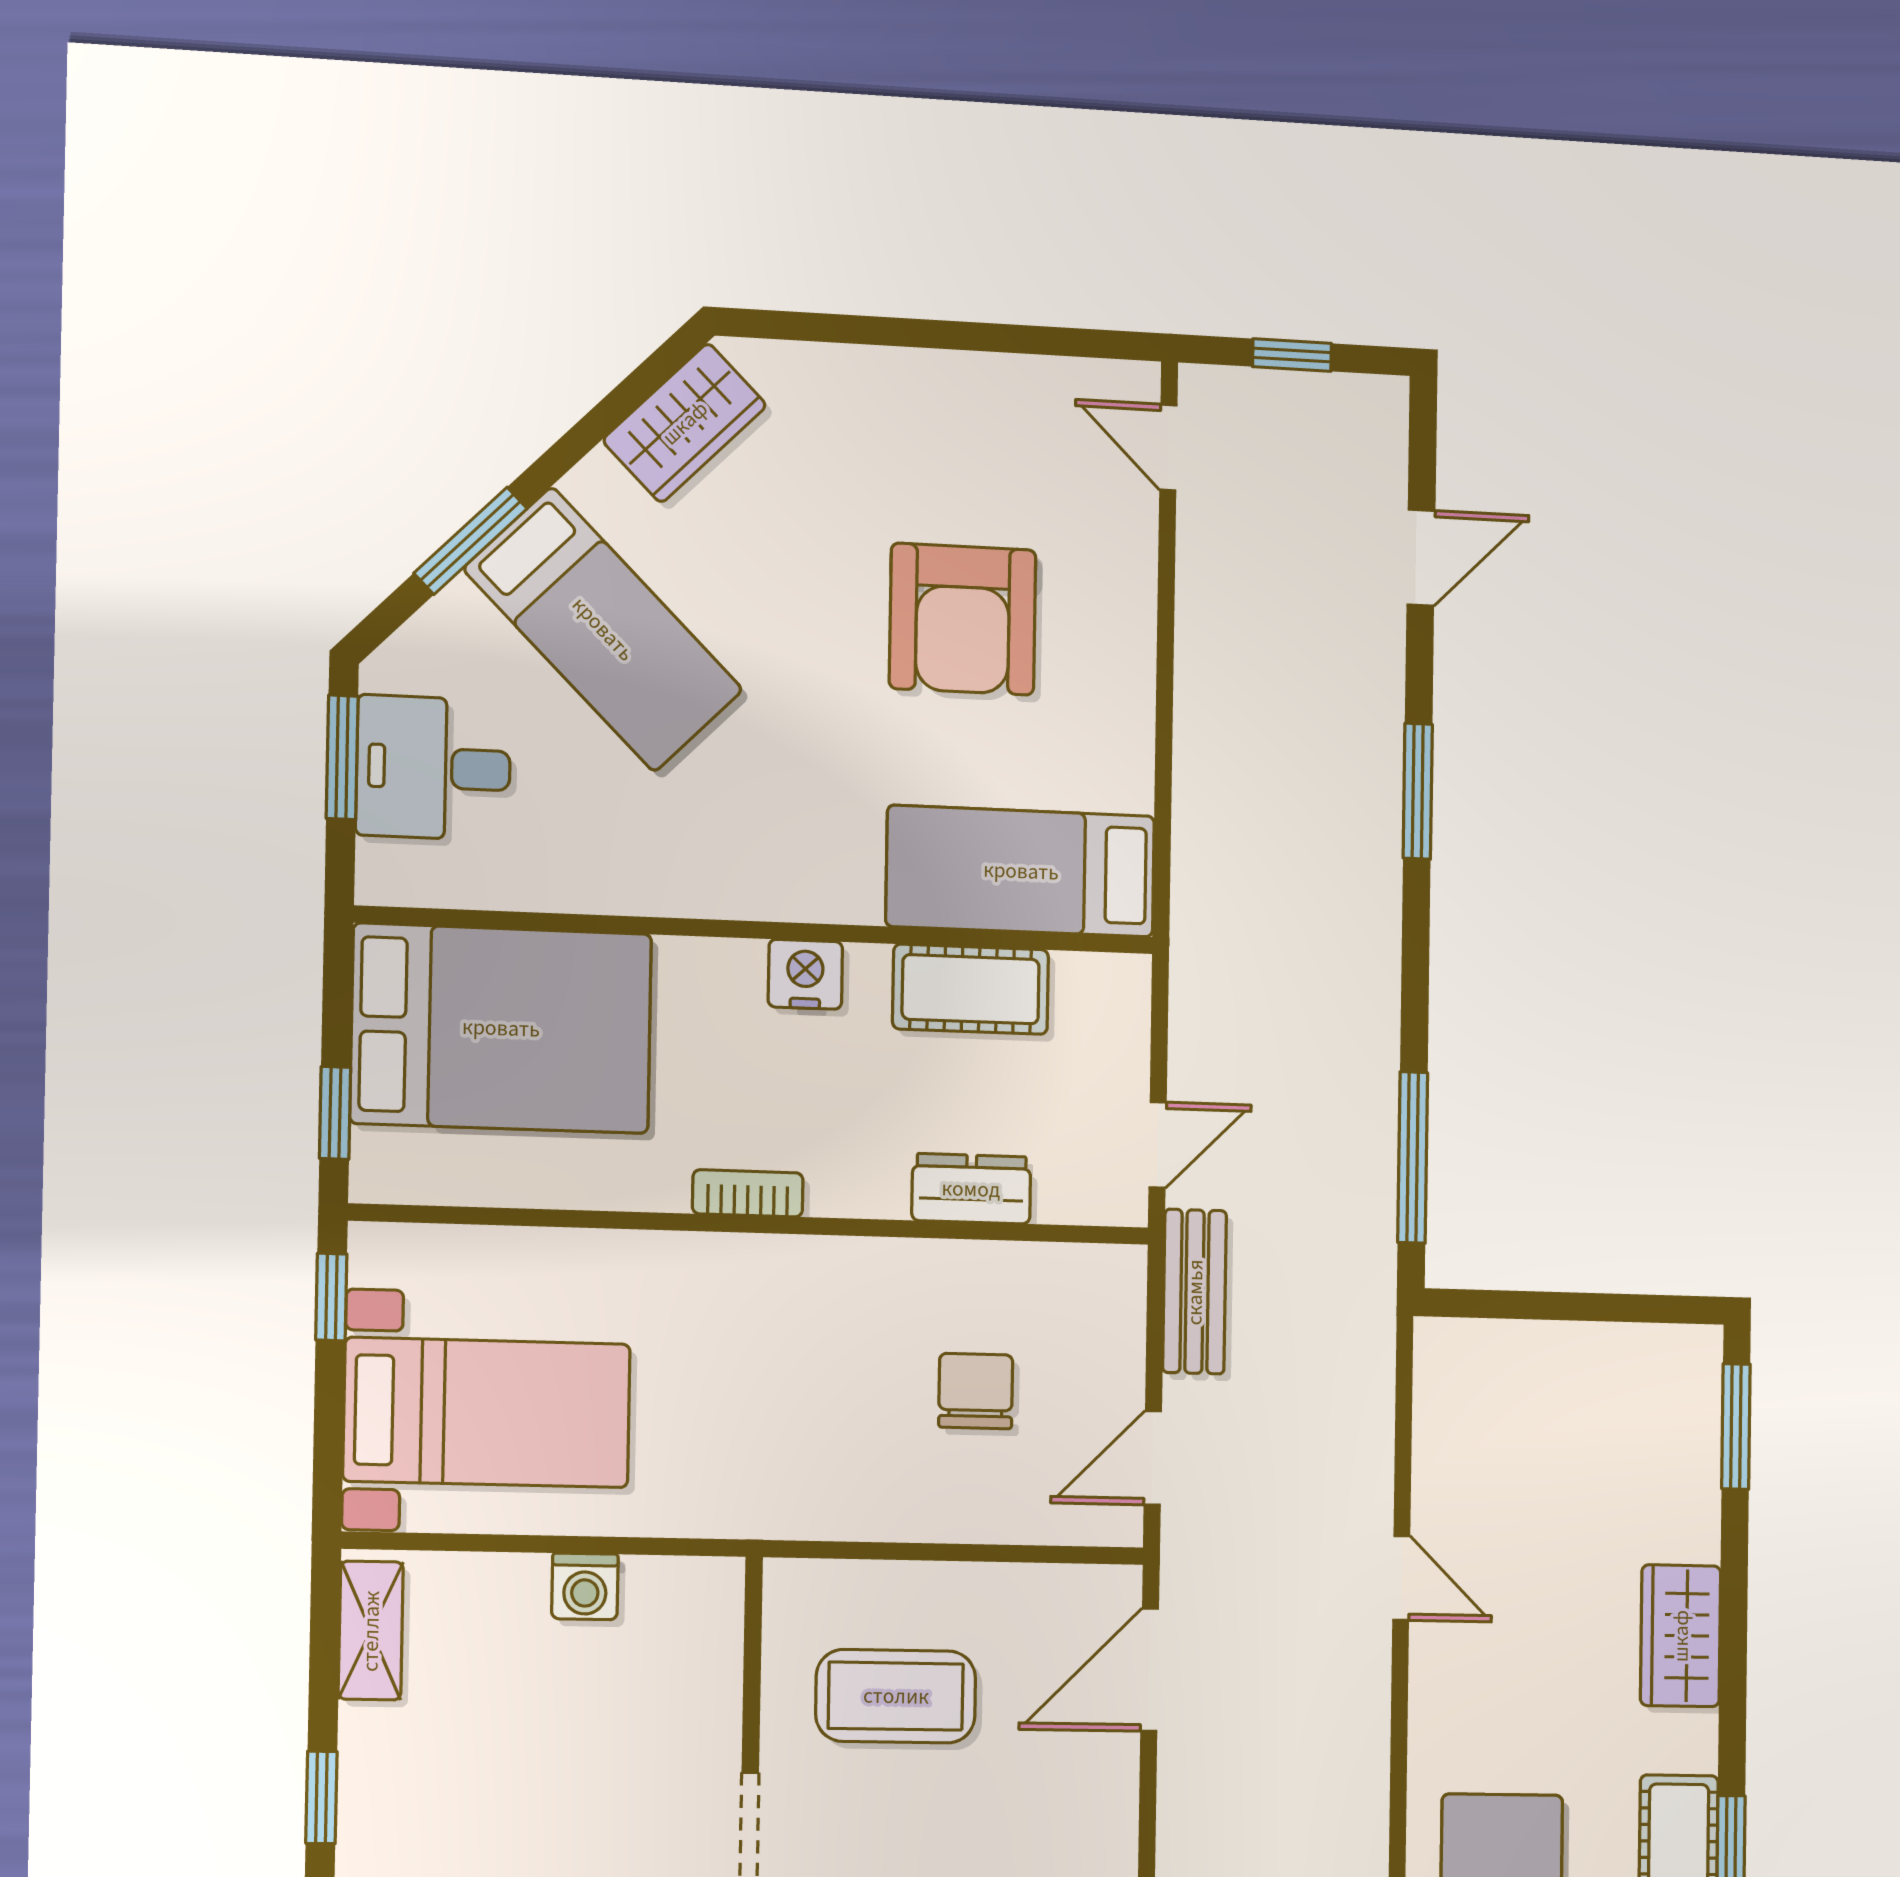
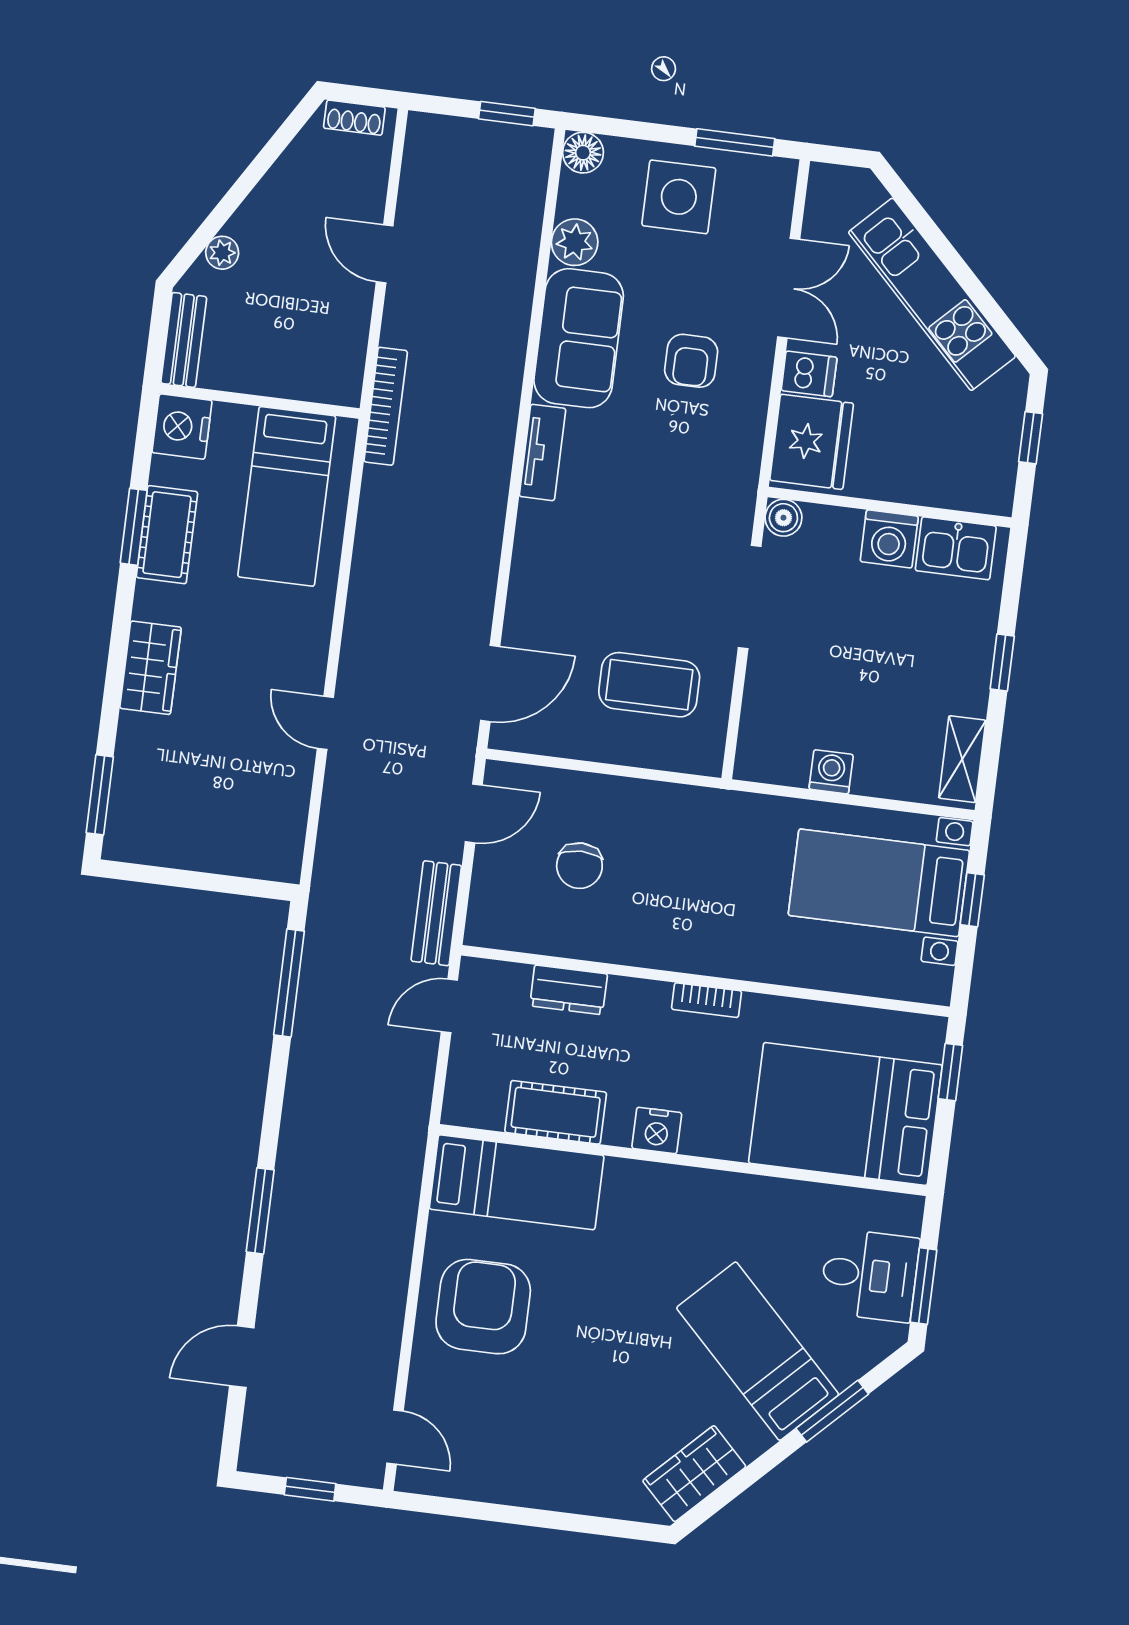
armchair: (963, 619) -> (483, 1307), moved
window: (331, 1297) -> (972, 900), moved

